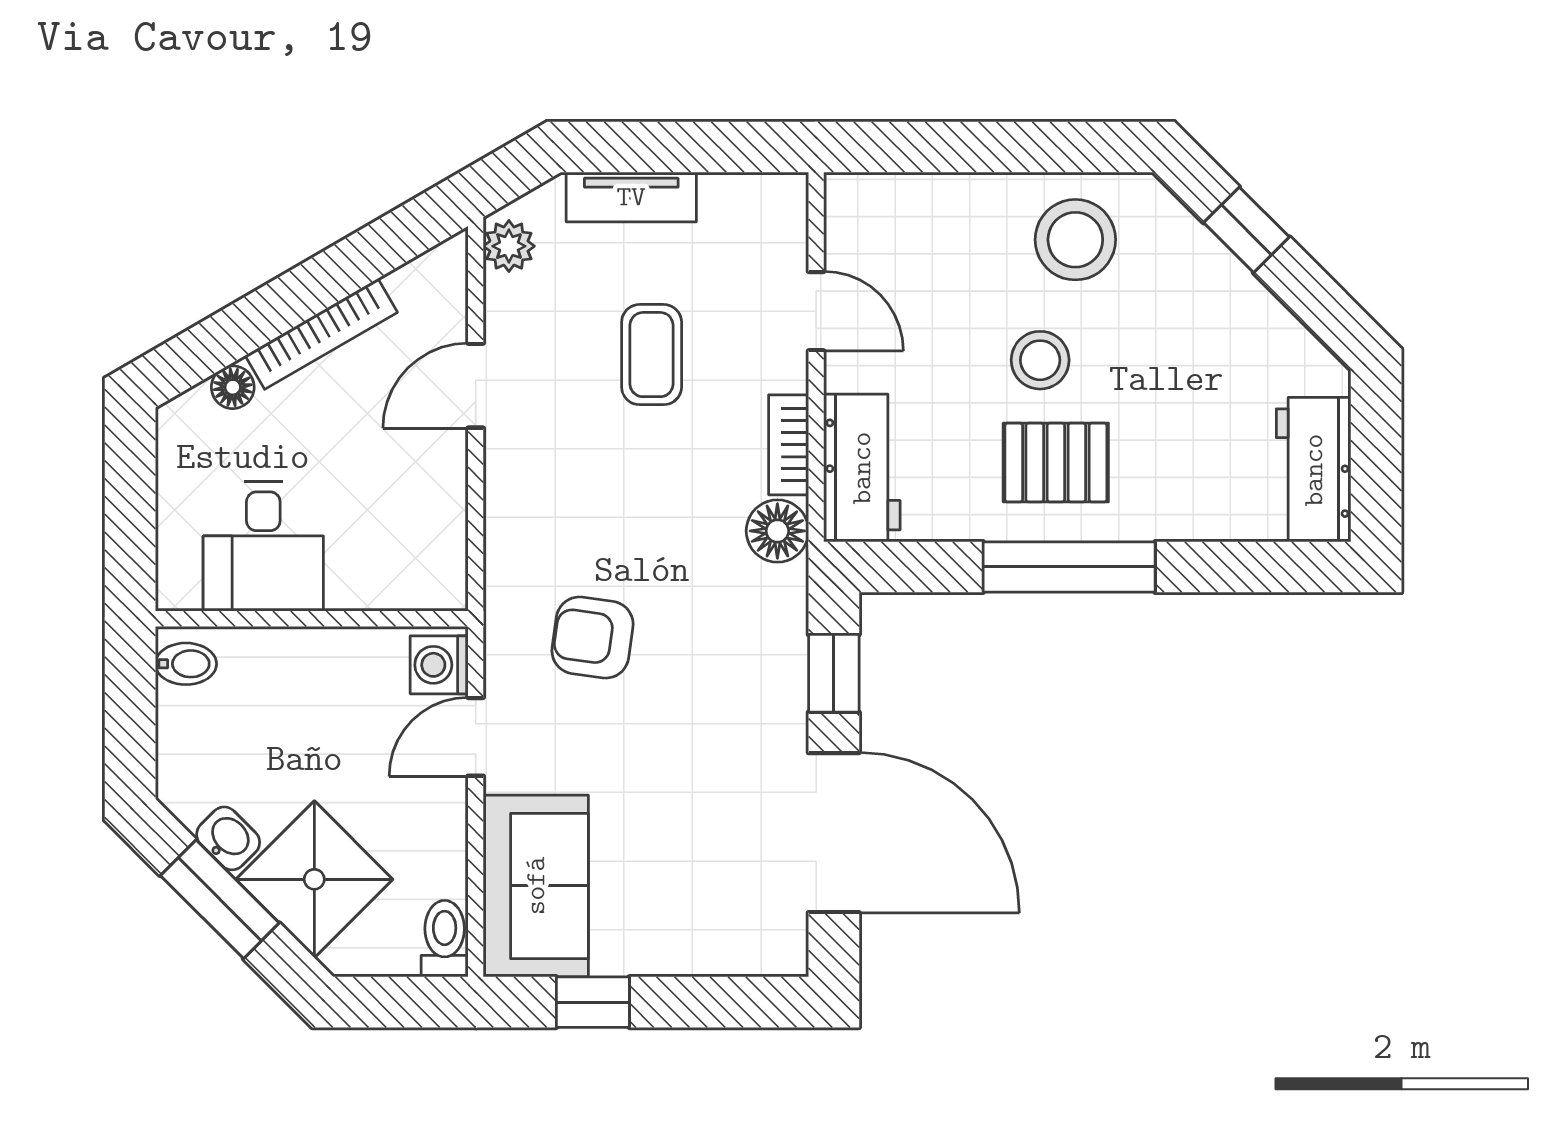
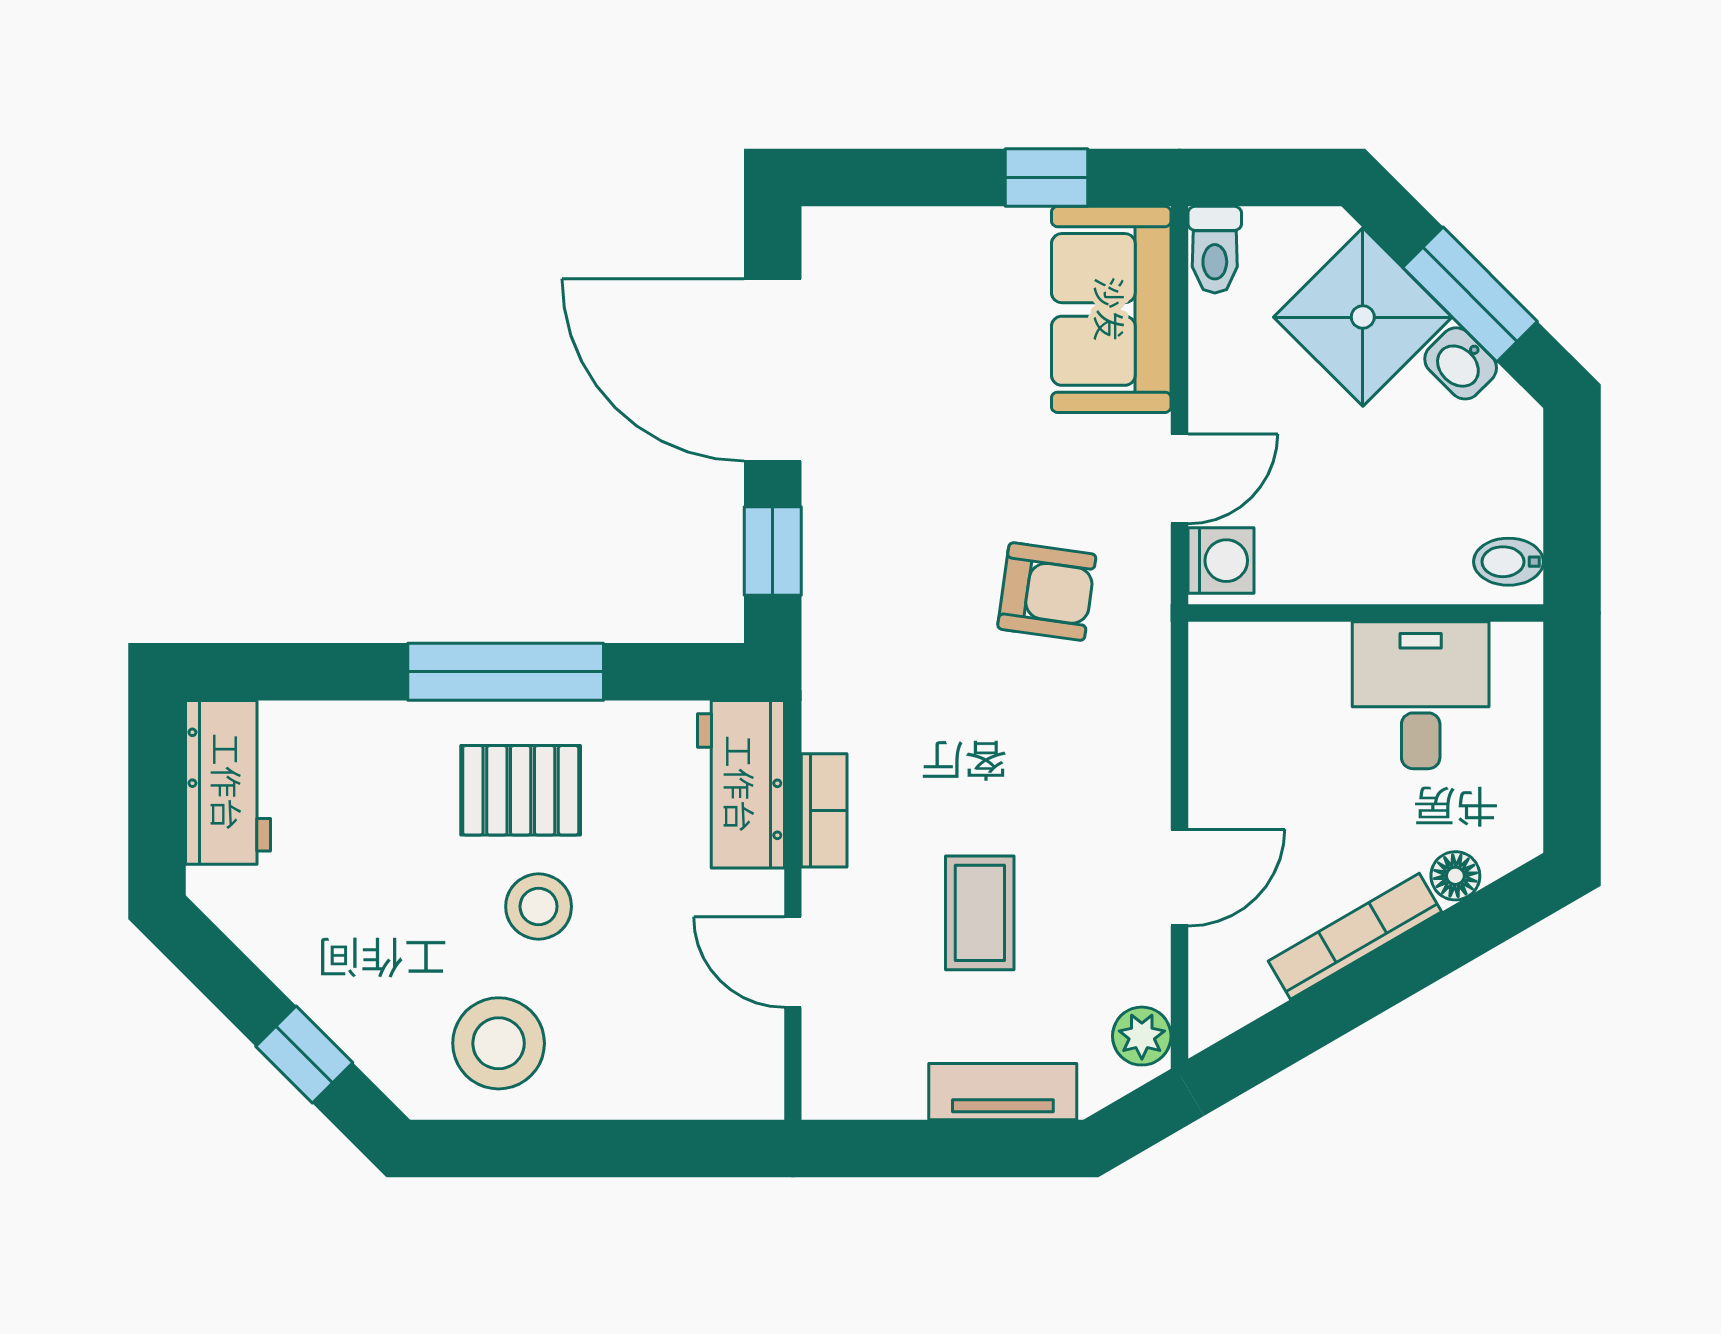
floor lamp: (777, 531) -> (837, 713), removed

